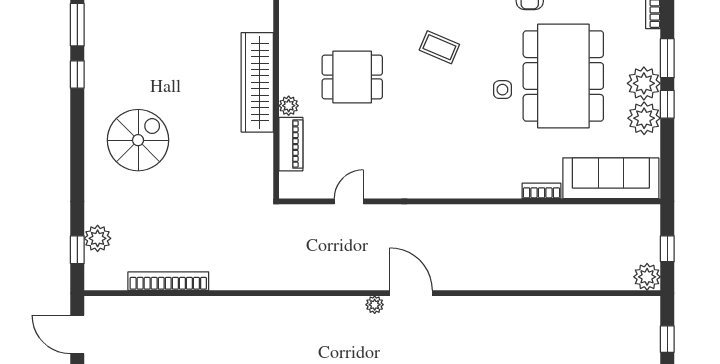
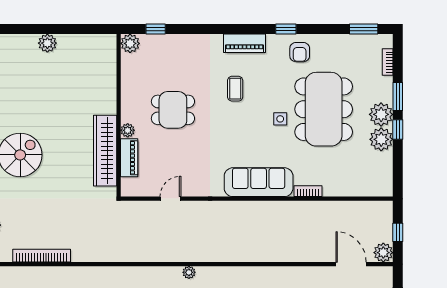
coffee table: (439, 47) -> (235, 89), turned 67
wardrobe: (257, 82) -> (105, 151), moved
sofa: (611, 178) -> (259, 182), moved
door: (411, 293) -> (351, 264), moved

